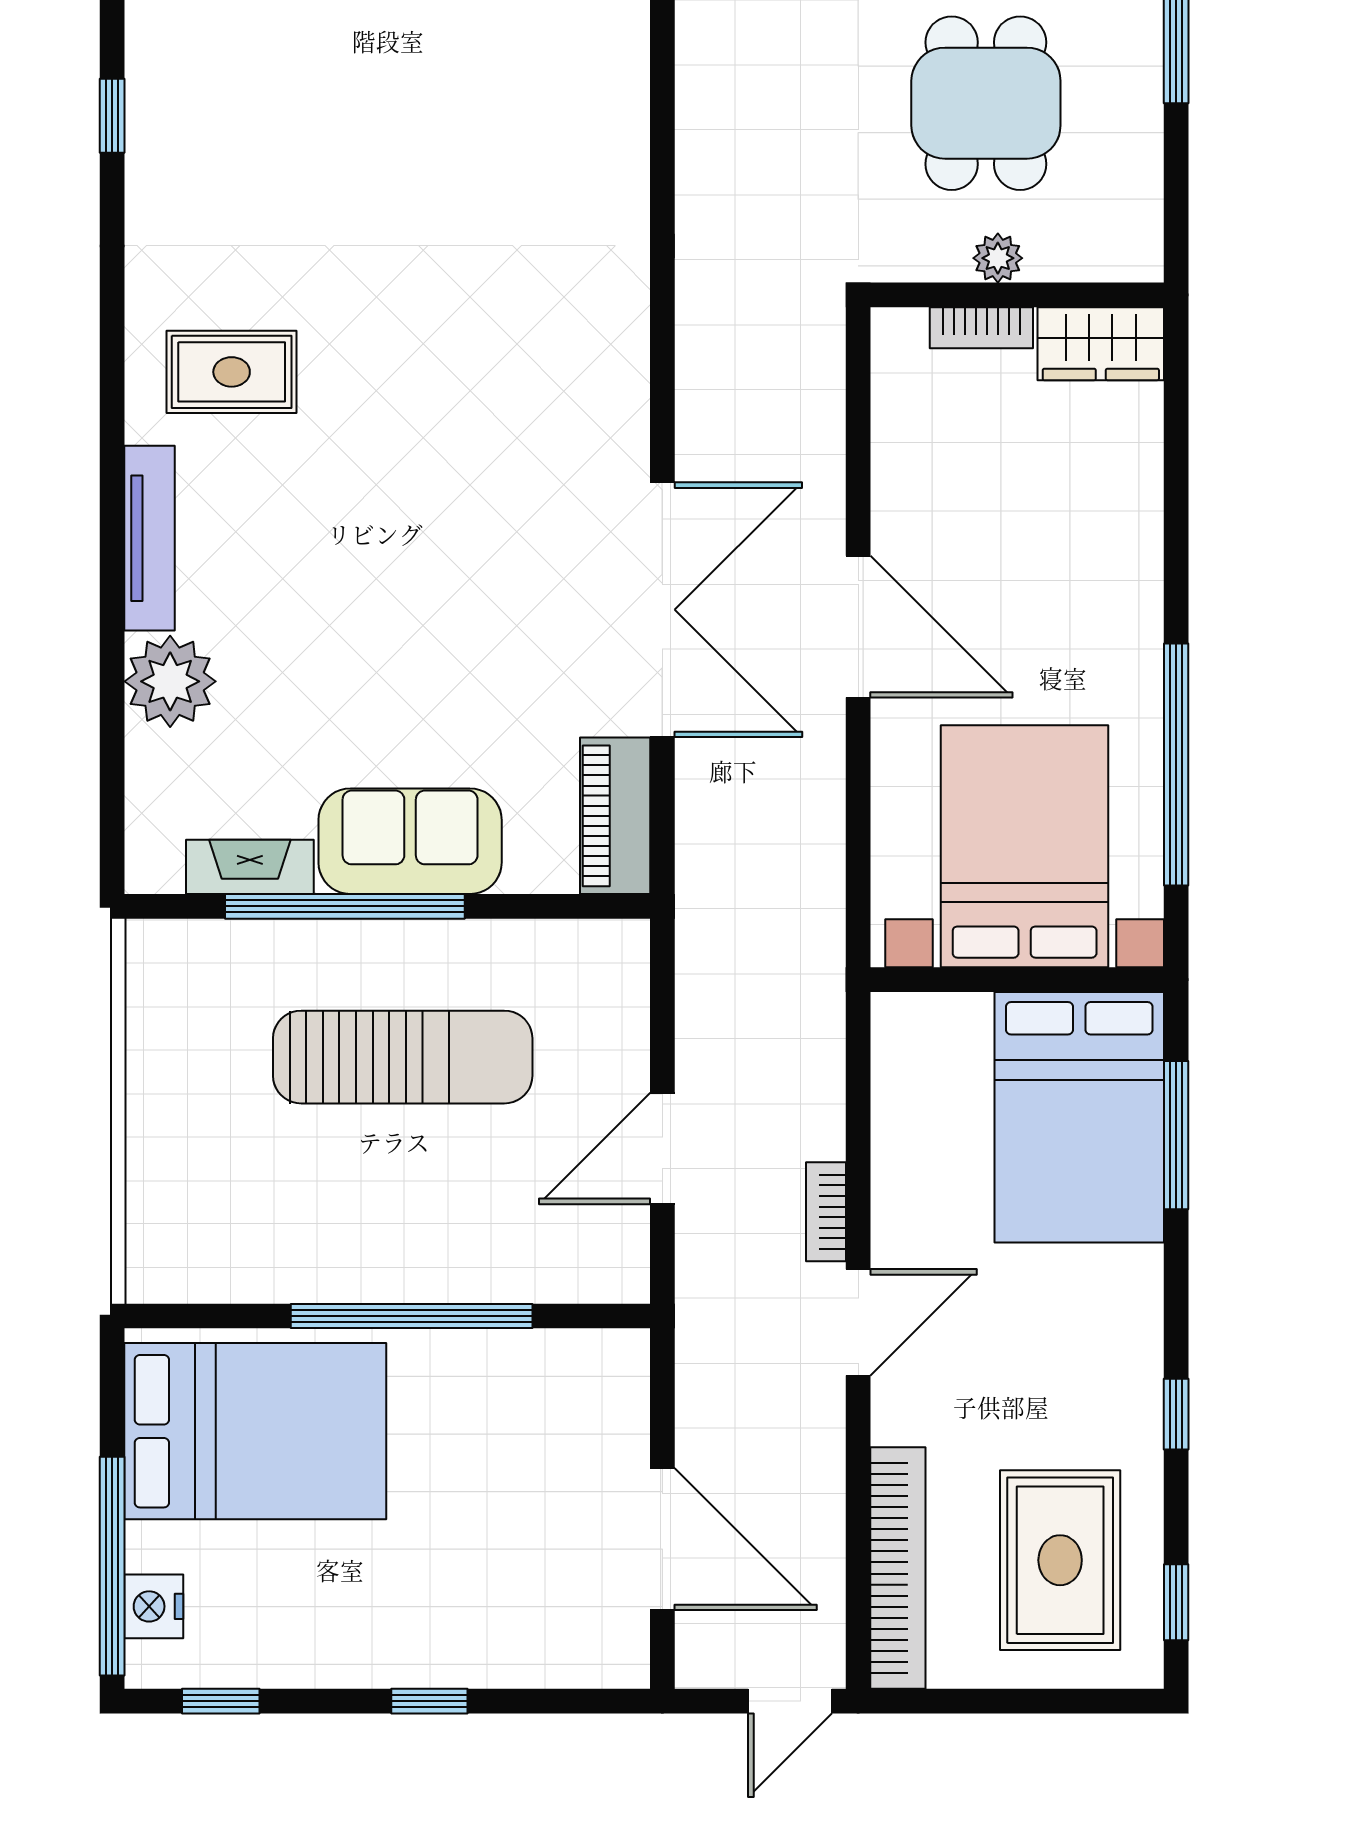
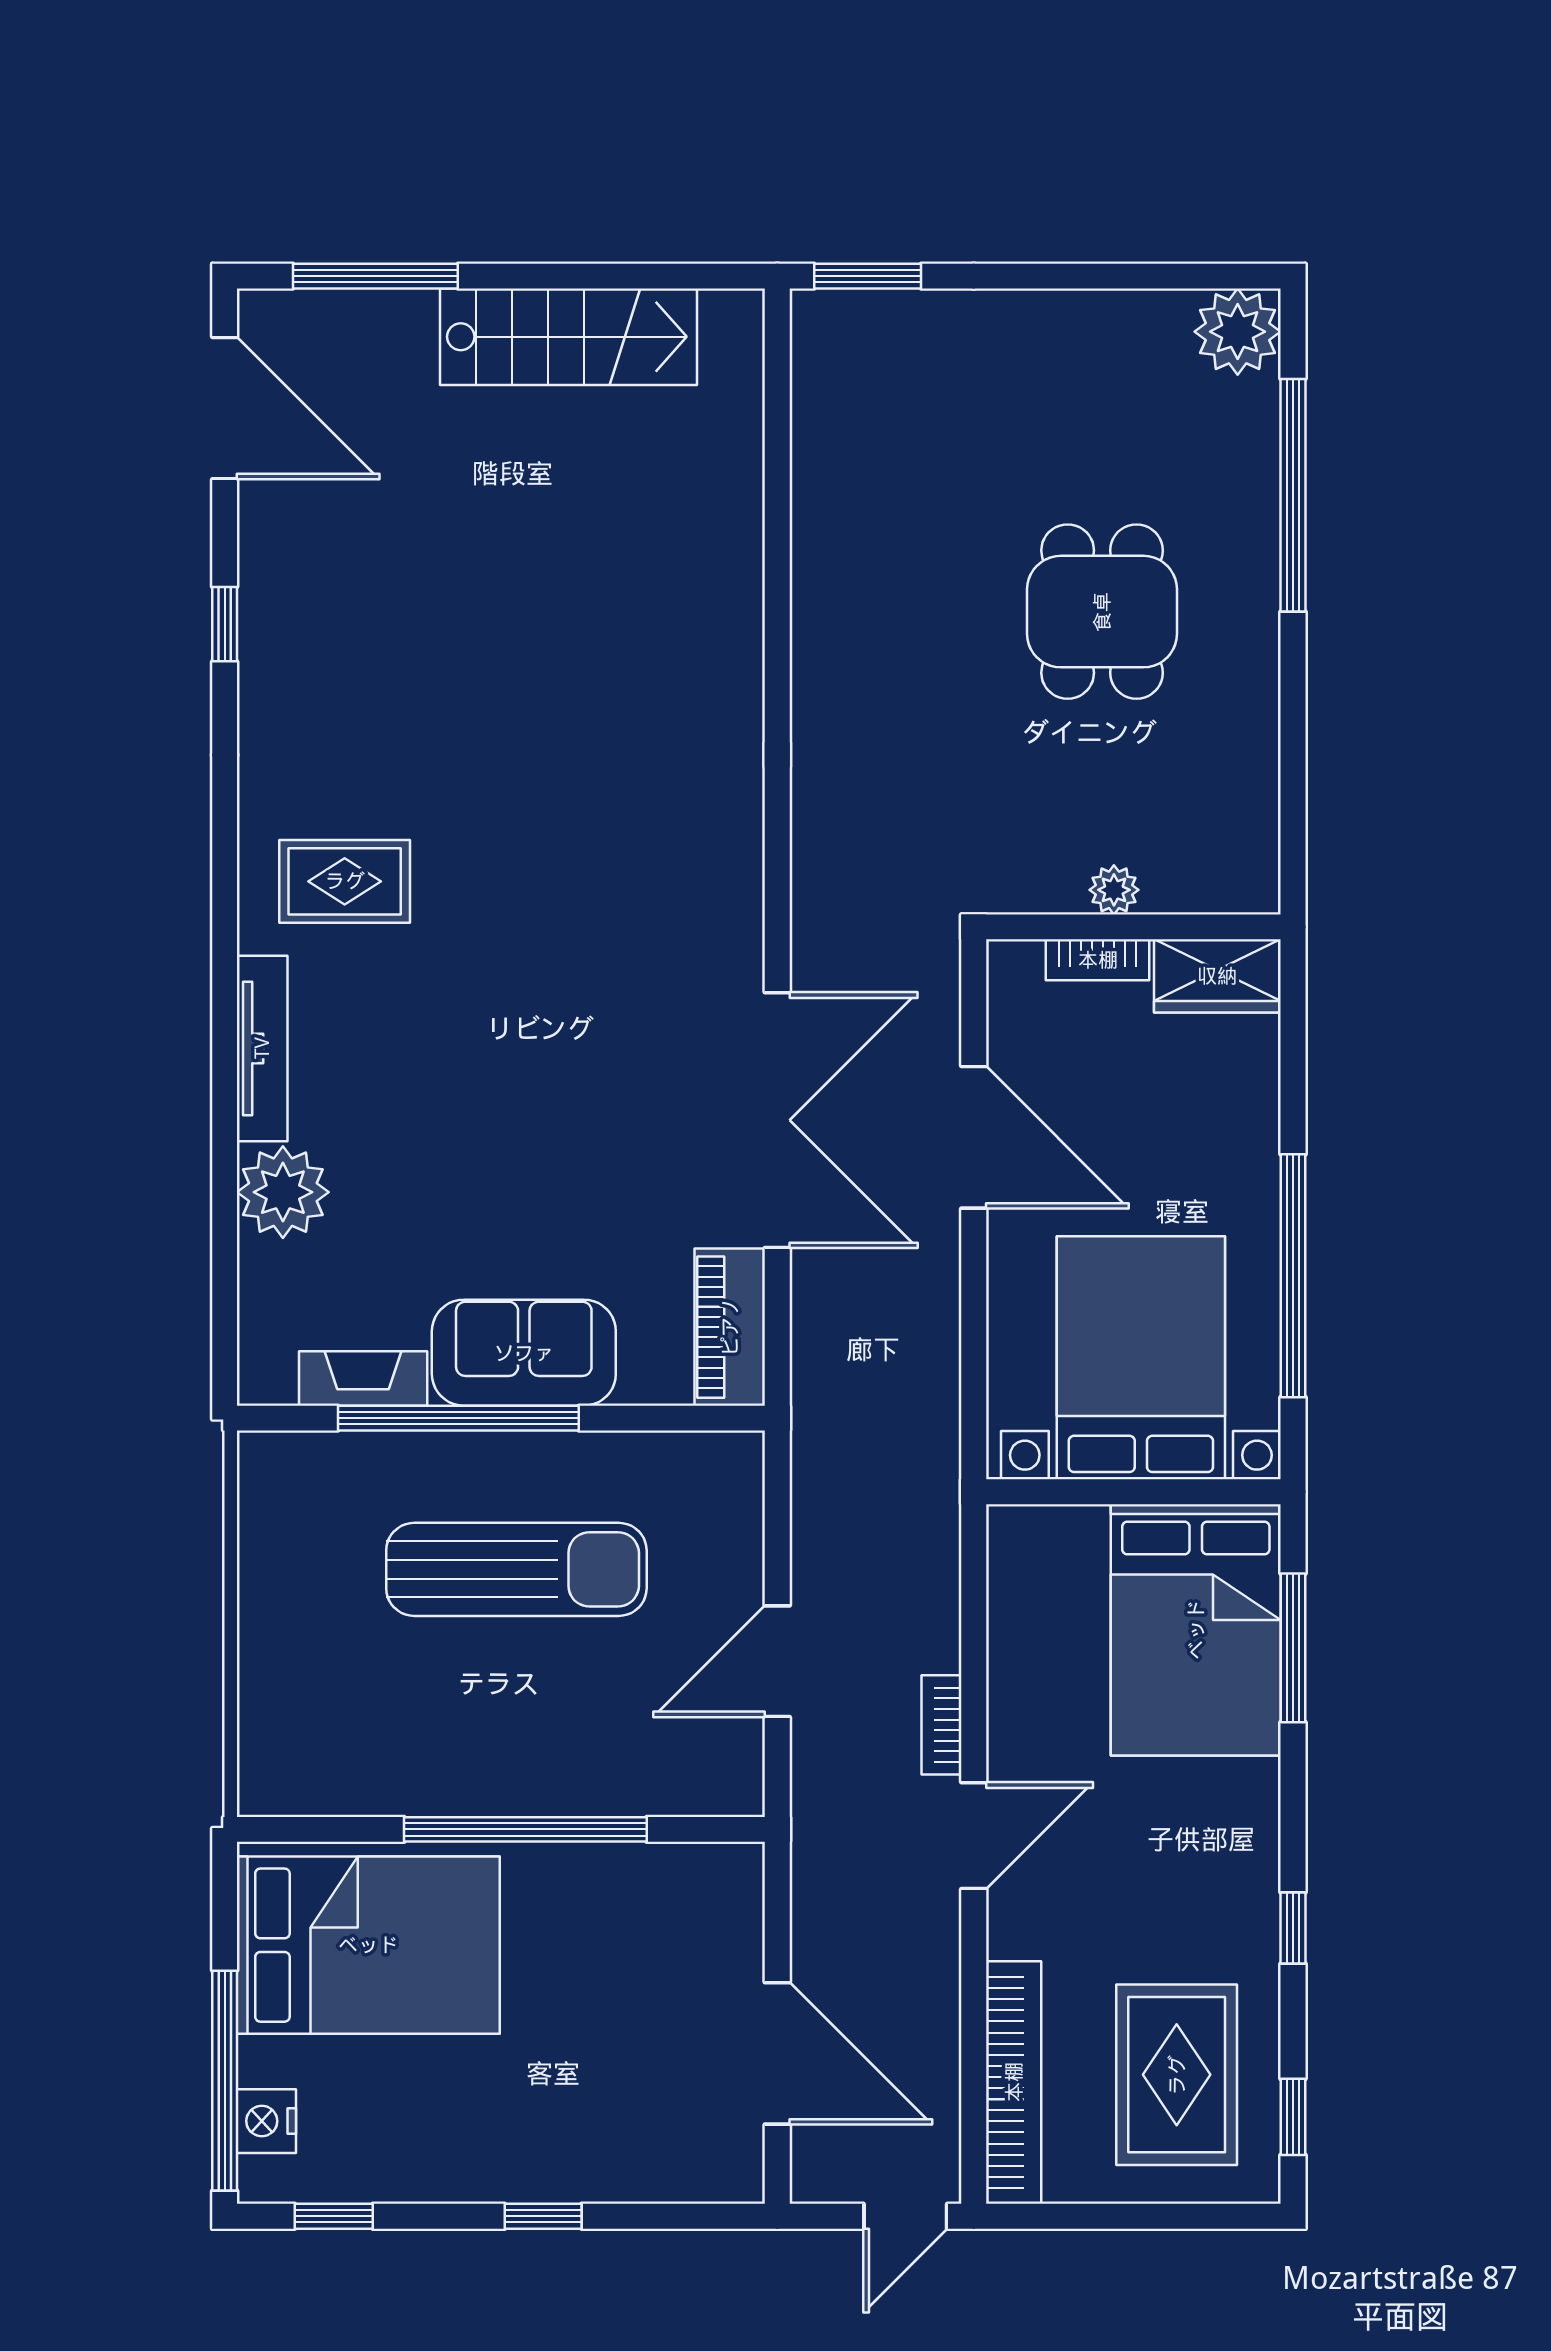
plant: (998, 258) -> (1114, 890), moved
wall: (1017, 295) -> (1133, 927), moved
bookcase: (981, 328) -> (1098, 960), moved
wardrobe: (1101, 344) -> (1217, 976), moved

